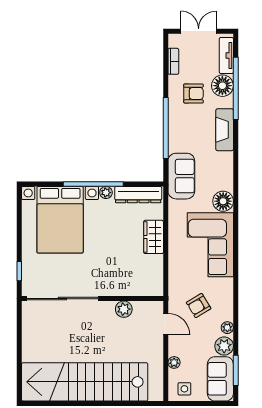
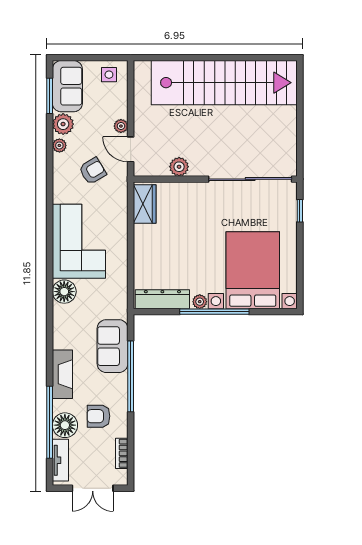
sofa: (181, 176) -> (113, 346), moved
wardrobe: (154, 237) -> (145, 204), moved
plant: (174, 362) -> (121, 126), moved

